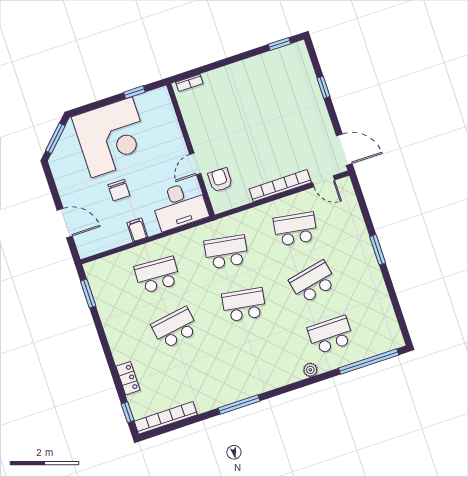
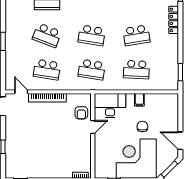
door: (65, 223) -> (180, 141), moved
school desk: (313, 282) -> (47, 35), turned 33
locker: (128, 378) -> (174, 20), width x1.53

